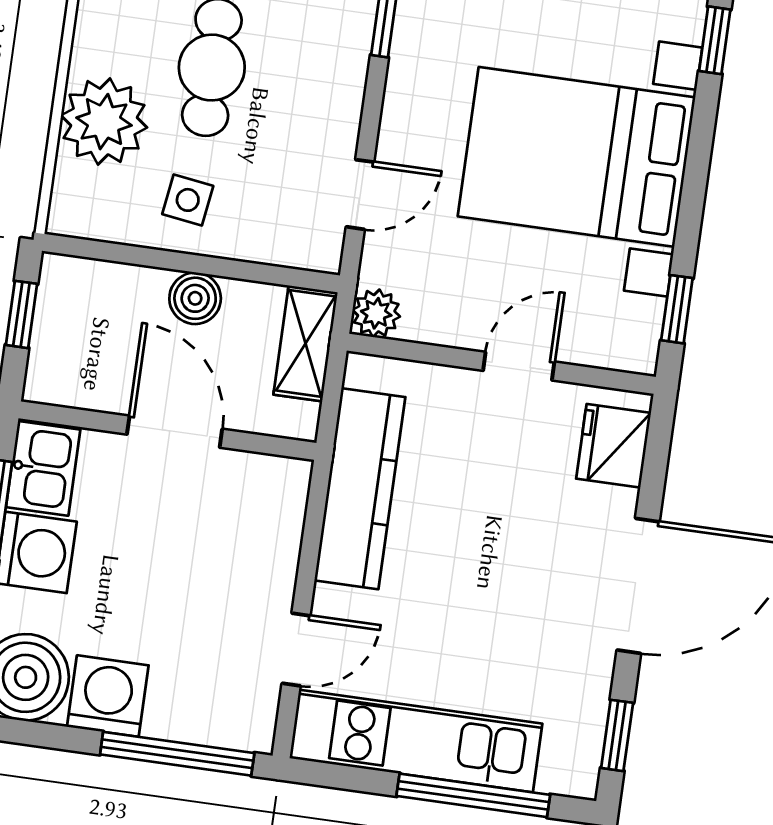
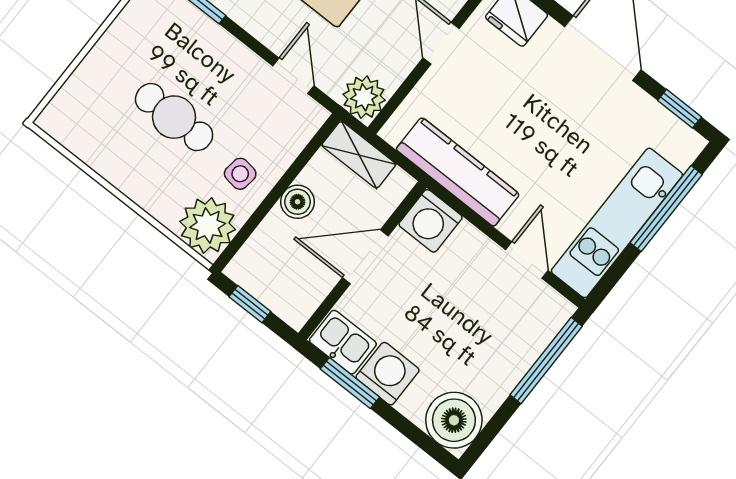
plant: (104, 122) -> (208, 225), moved
plant: (376, 313) -> (364, 97), width x1.38, depth x1.38
washing machine: (108, 696) -> (431, 221), moved, turned -90

